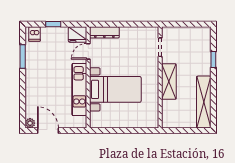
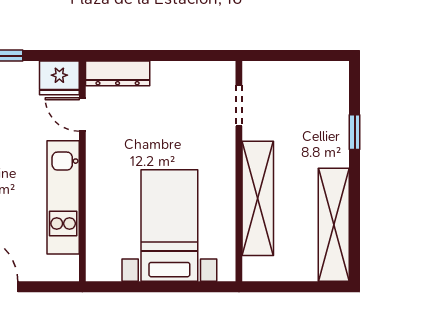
door: (88, 51) -> (82, 114), hinge flipped
shelving: (169, 82) -> (258, 198), width x1.47
bed with nightstands: (115, 89) -> (169, 225), moved, turned -90

